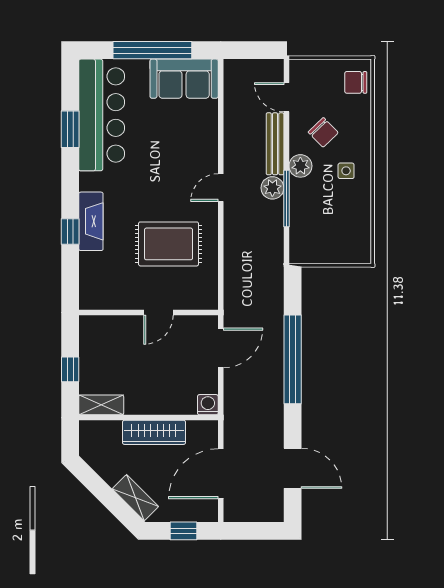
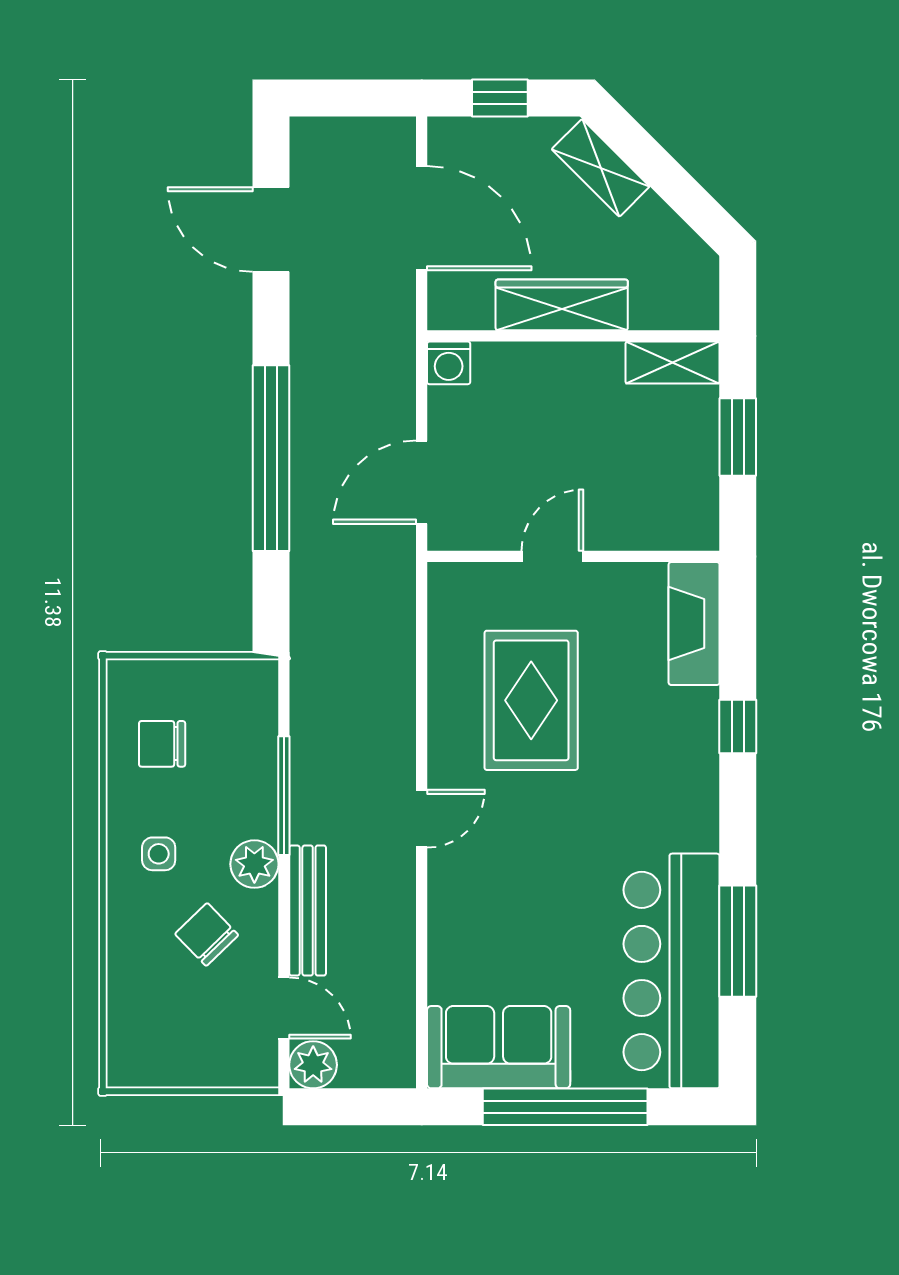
chair: (356, 82) -> (162, 744), moved, turned 180
window: (70, 129) -> (738, 941), width x1.44
plant: (272, 188) -> (313, 1065), moved
fireplace: (91, 221) -> (694, 624), moved
rug: (169, 244) -> (531, 700), turned 90
window: (70, 369) -> (738, 437), width x1.50
door: (221, 474) -> (422, 218), hinge flipped

